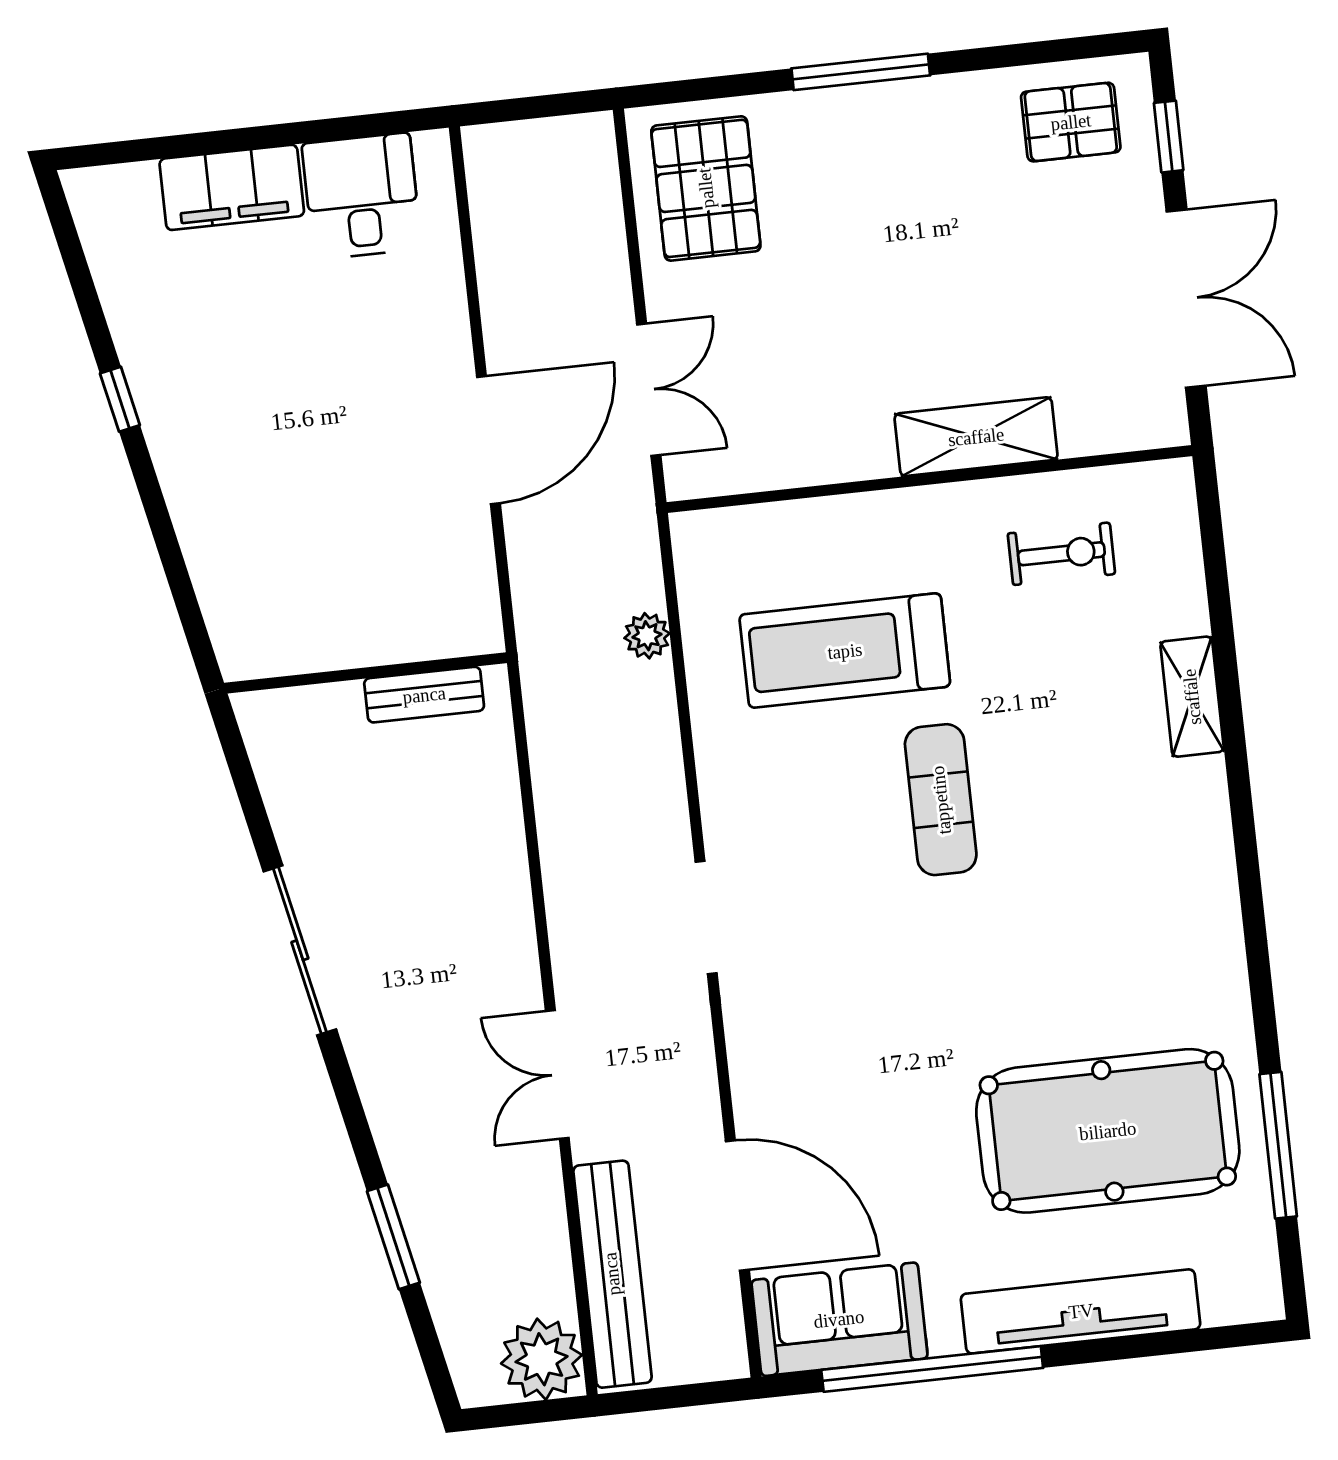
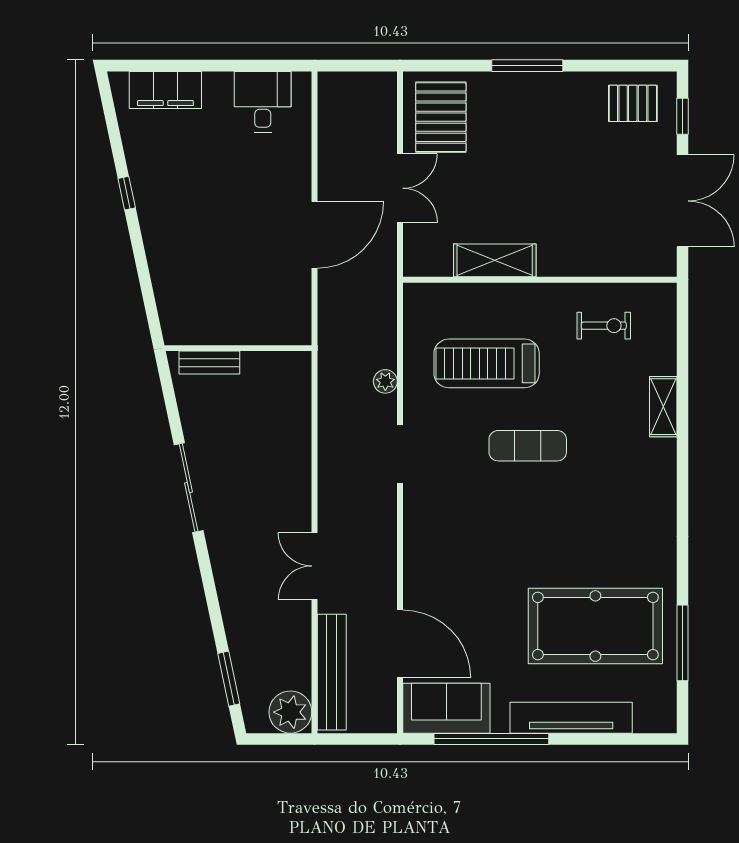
filing cabinet: (232, 187) -> (165, 90), moved
double door: (649, 390) -> (400, 188), moved
shelving: (976, 437) -> (495, 260), moved
plant: (647, 636) -> (385, 381), moved
bench: (424, 695) -> (209, 363), moved
exercise mat: (941, 800) -> (528, 446), turned 90
doorway: (706, 918) -> (400, 454), moved
window: (393, 1237) -> (229, 679), moved

